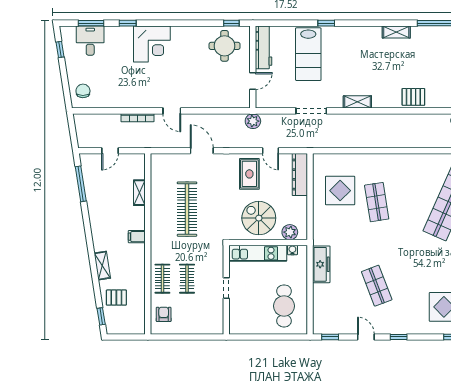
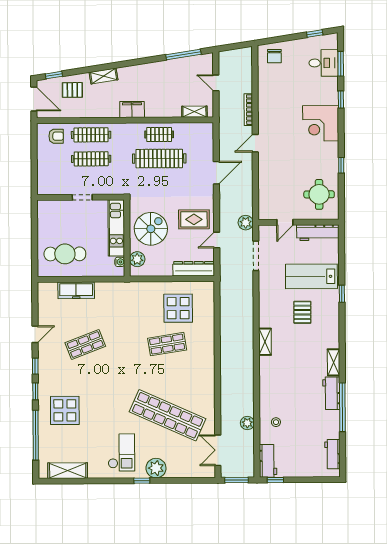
window: (231, 23) -> (341, 165), moved
workbench: (428, 34) -> (331, 393), added
door: (253, 81) -> (285, 222), hinge flipped
chair: (83, 91) -> (274, 56), turned 90
pallet: (413, 97) -> (302, 312), moved
shelving: (357, 102) -> (265, 342), moved
doorway: (311, 111) -> (256, 256), moved
shelving: (139, 193) -> (194, 112), moved
clothes rail: (162, 209) -> (159, 134), added
filing cabinet: (137, 237) -> (132, 110), width x2.00
freezer: (321, 264) -> (76, 290), moved
clothes rail: (162, 279) -> (91, 135), width x1.36
clothes rail: (187, 279) -> (91, 159), width x1.36
pallet: (116, 298) -> (72, 90), turned 90
door: (125, 337) -> (34, 99), added
window: (330, 337) -> (35, 391), moved

